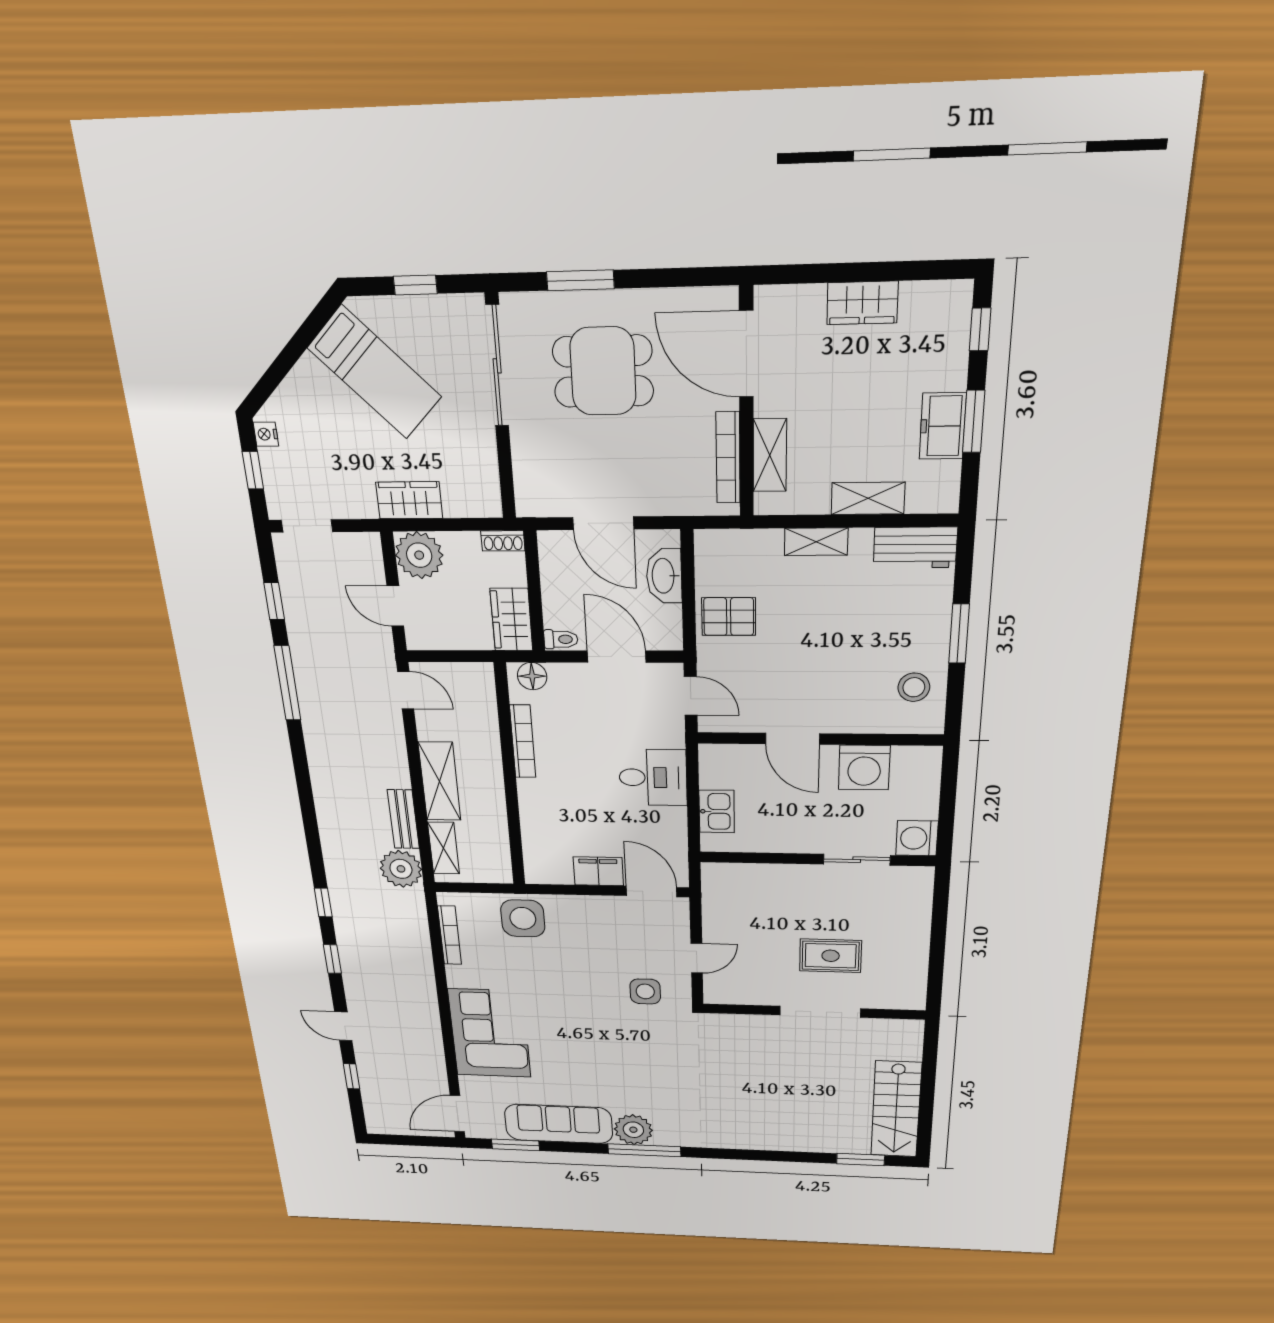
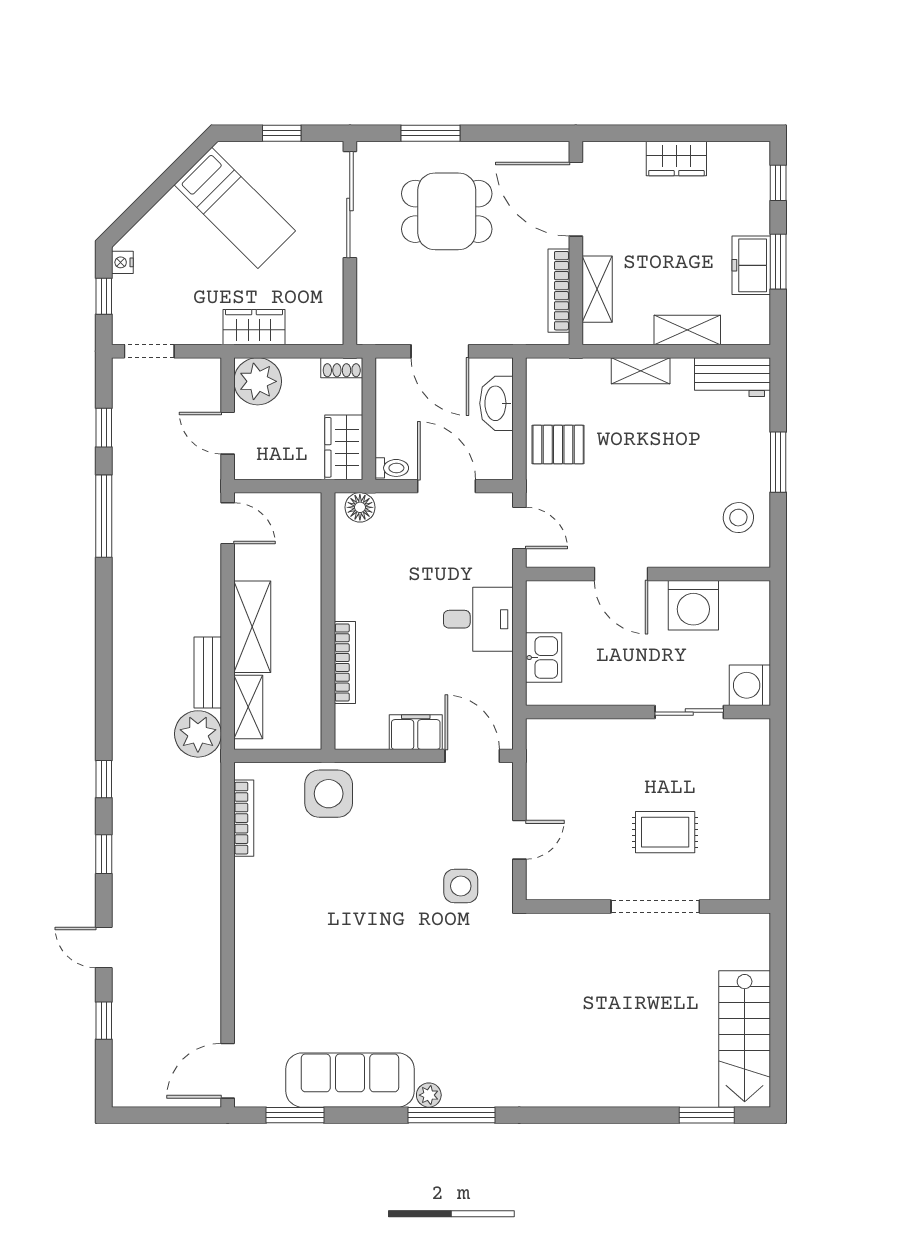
bookcase: (523, 741) -> (345, 662), moved
corner sofa: (490, 1033) -> (278, 951), removed
plant: (633, 1130) -> (429, 1095), width x0.53, depth x0.53

